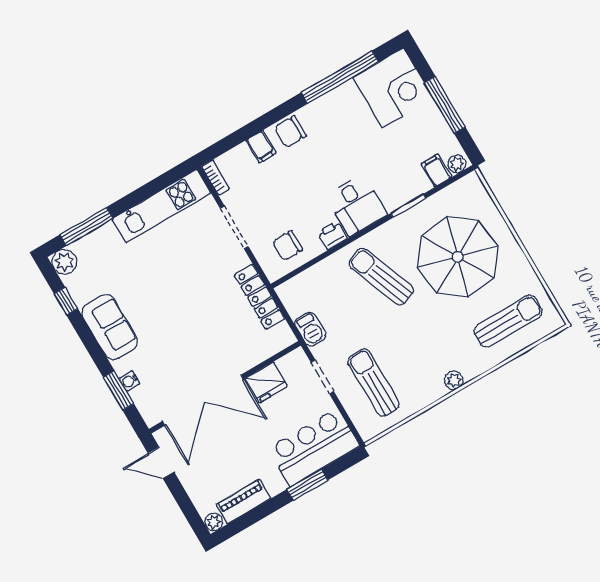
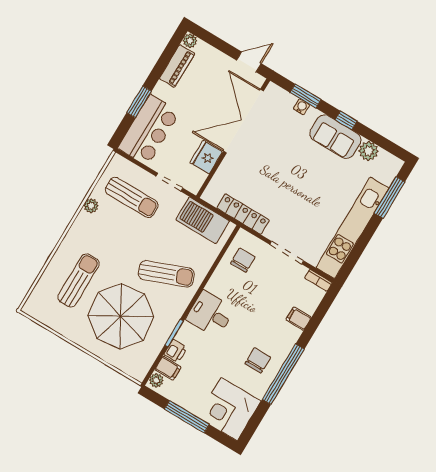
window: (340, 77) -> (283, 374), moved
chair: (290, 132) -> (258, 360), moved
kitchen unit: (161, 206) -> (352, 228), width x1.36
printer: (332, 235) -> (175, 351), moved
plant: (64, 262) -> (369, 151), moved
window: (66, 301) -> (346, 120), moved
sun lounger: (508, 321) -> (79, 280), moved, turned 180
barbecue: (310, 329) -> (203, 220), width x1.88, depth x1.53
plant: (454, 380) -> (91, 206), moved

